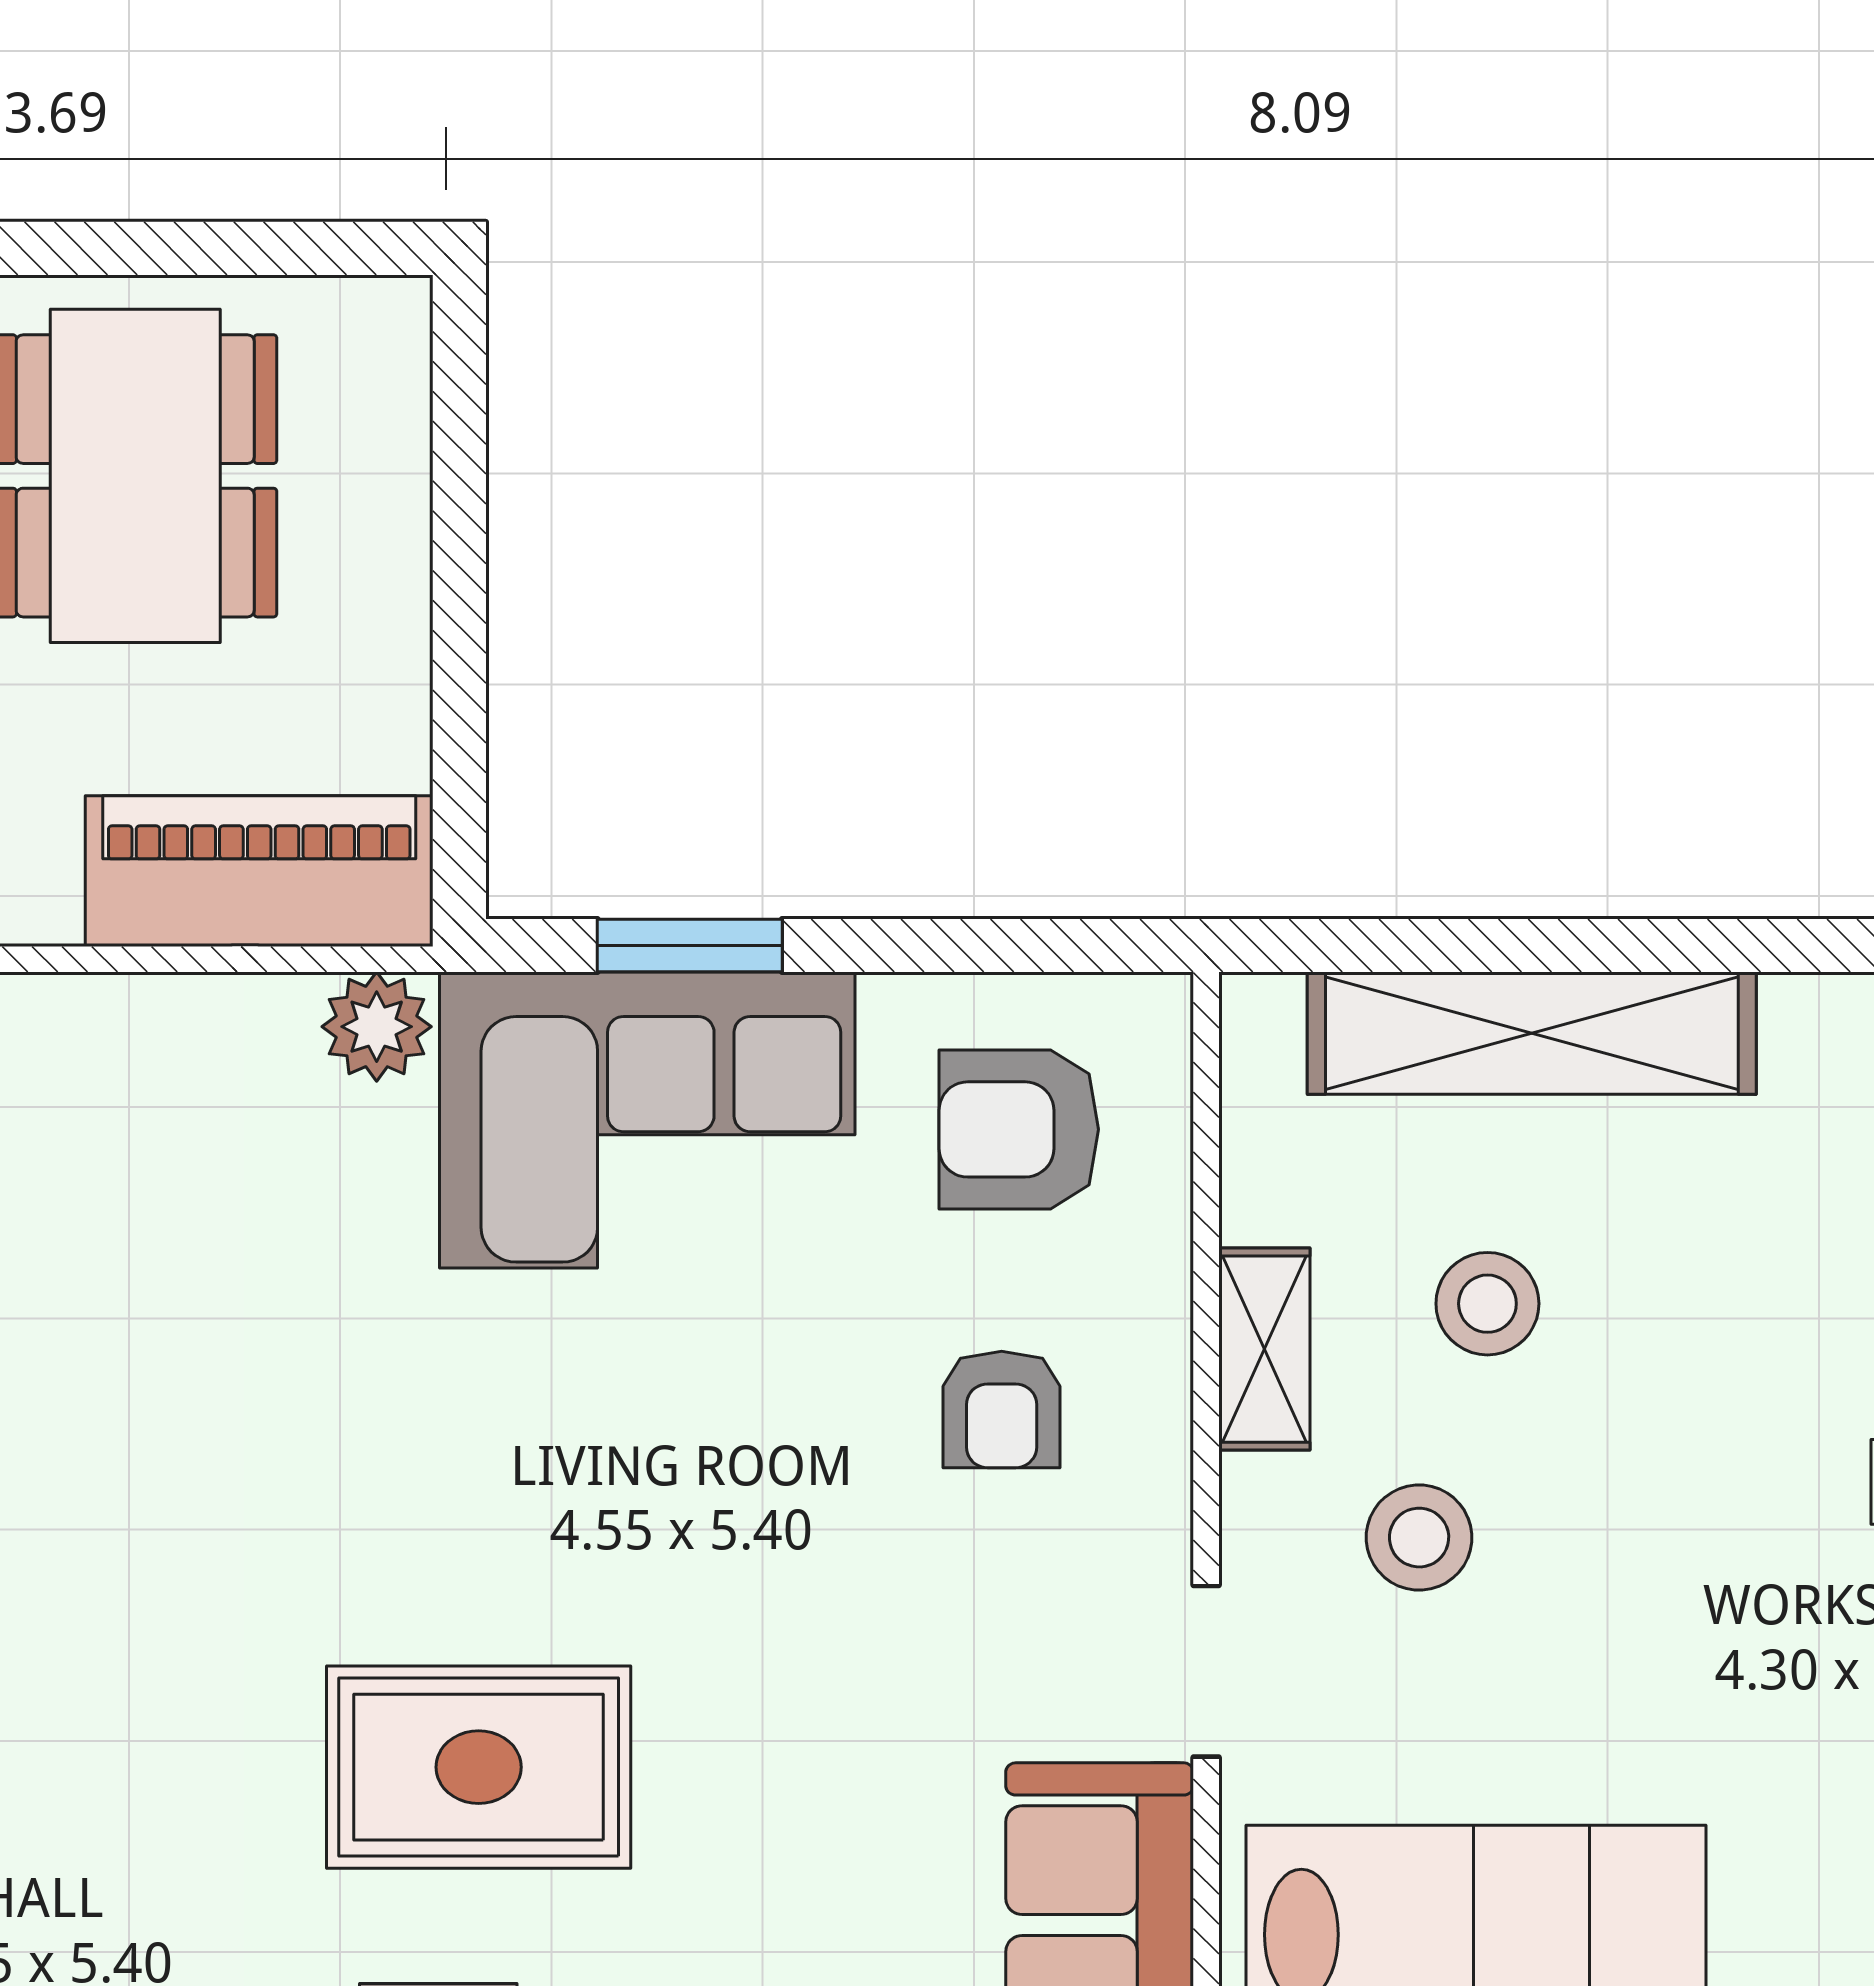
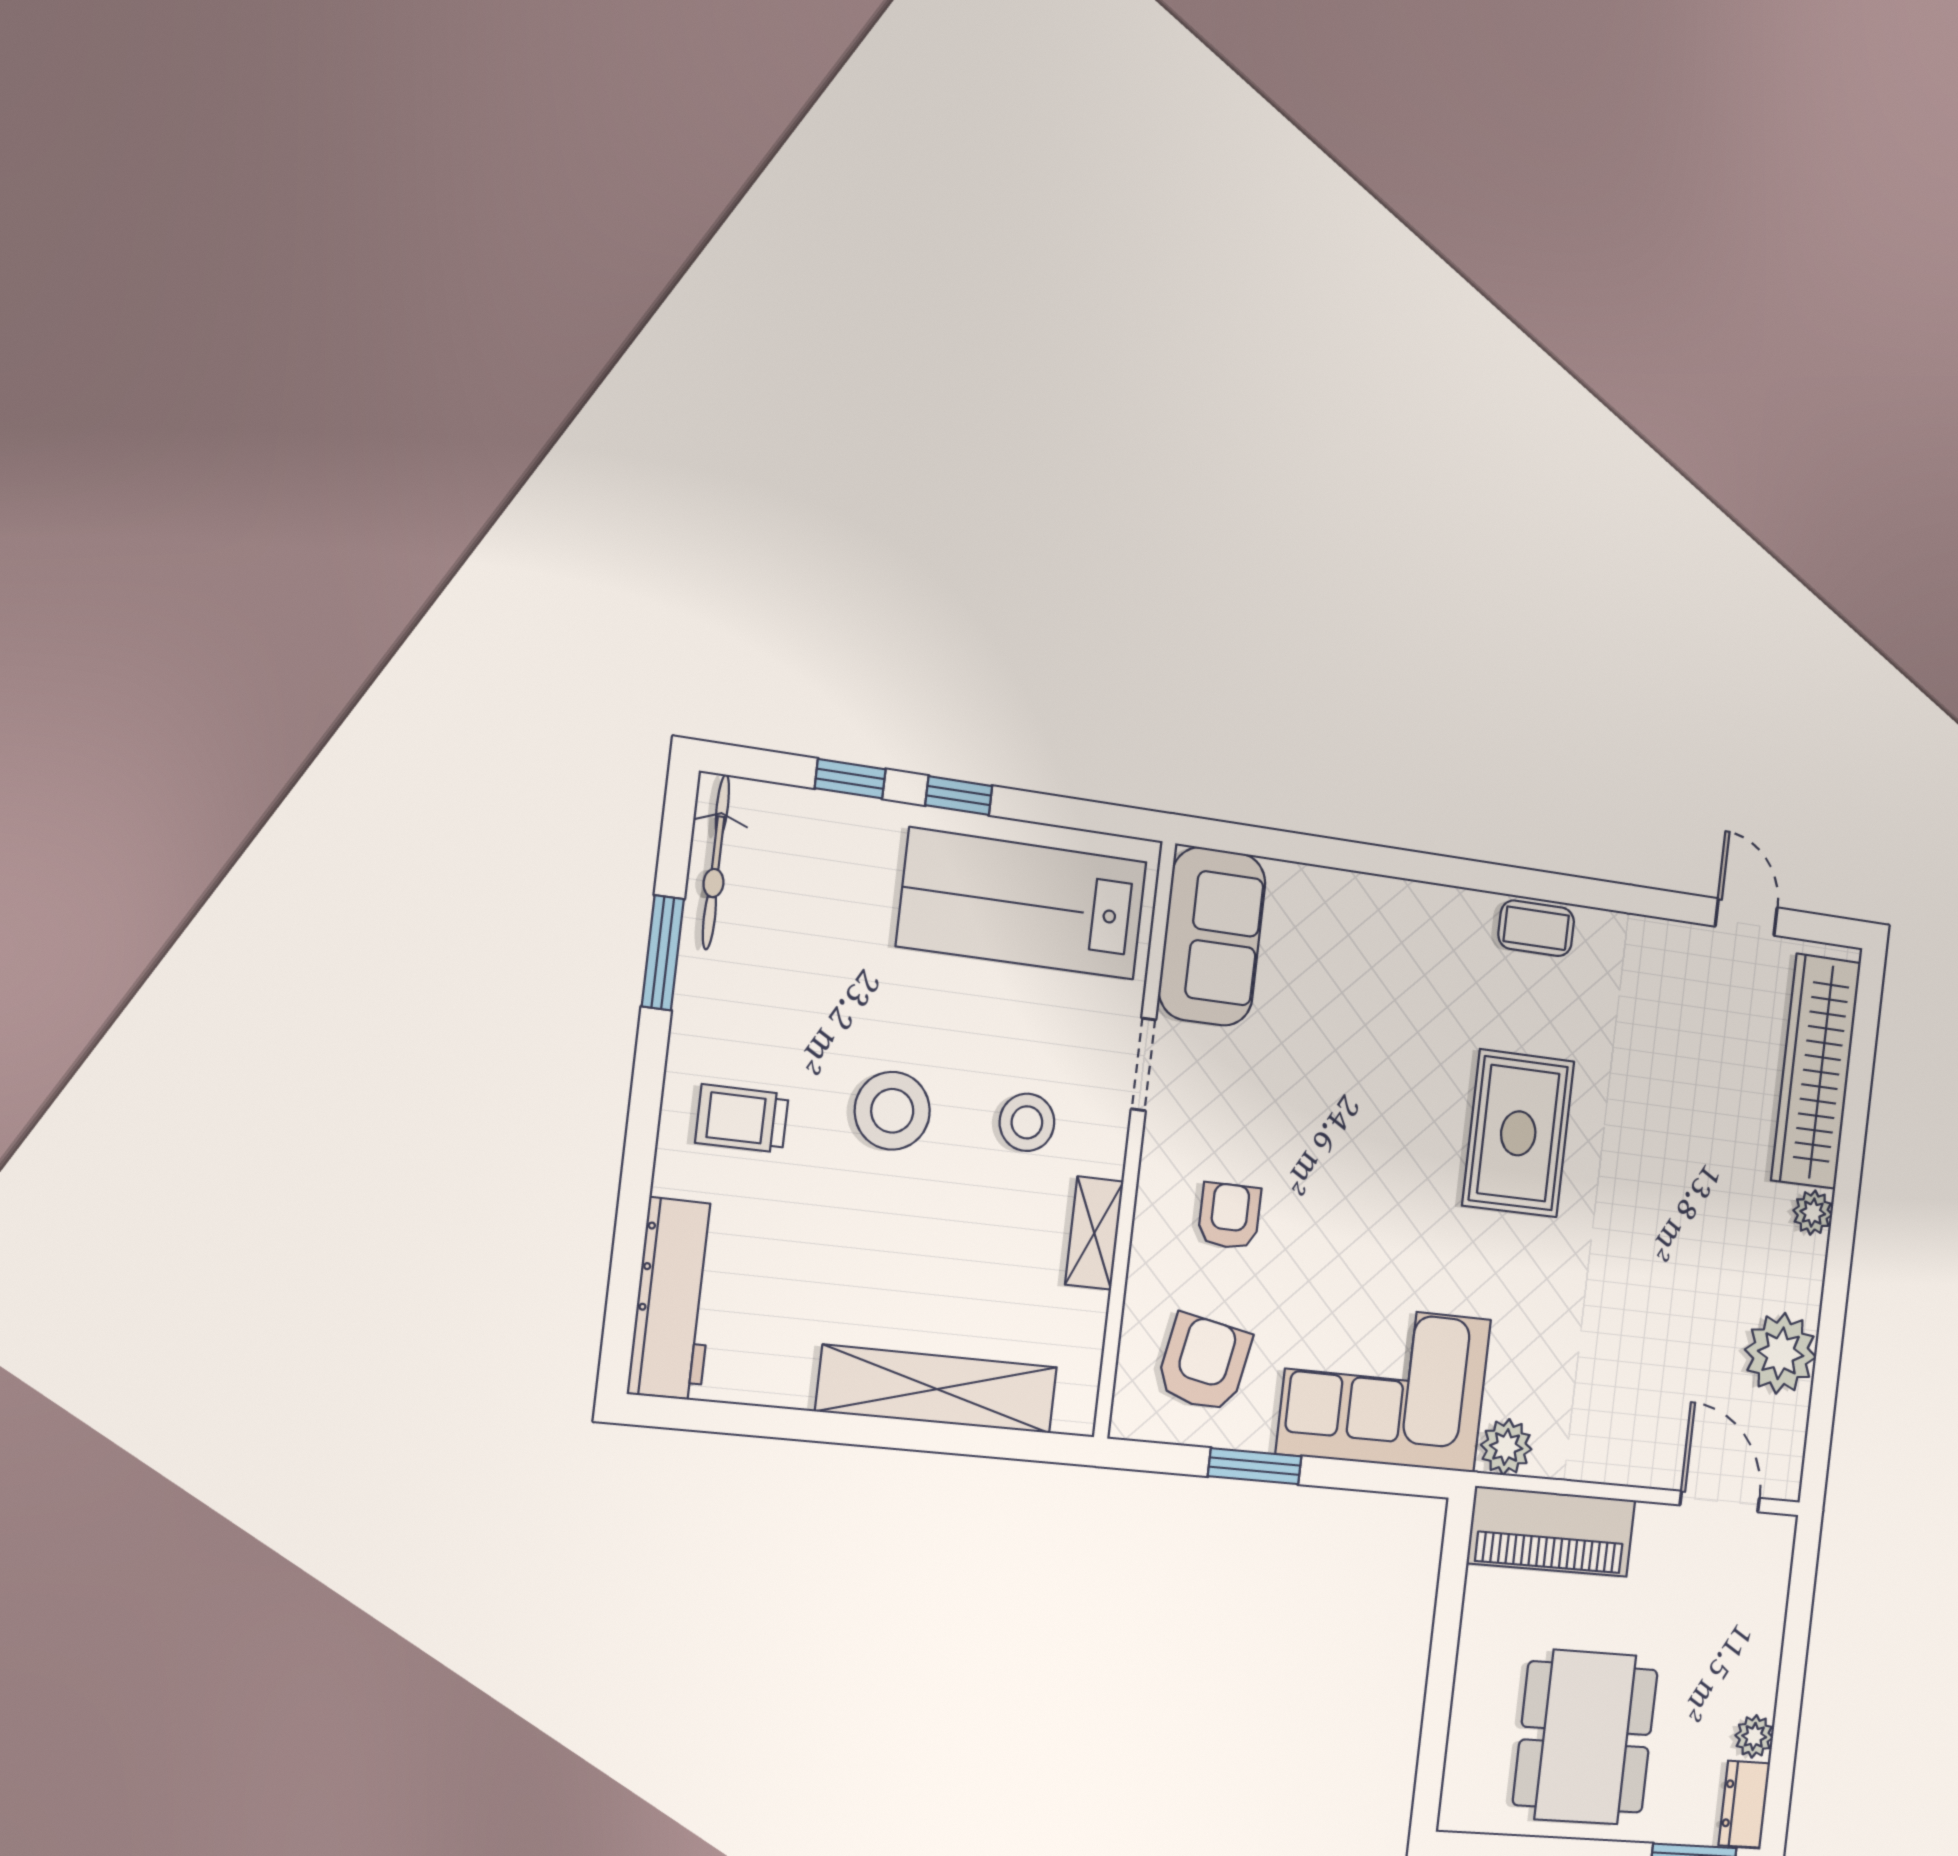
window: (690, 946) -> (1255, 1466), moved
armchair: (1019, 1129) -> (1204, 1363), turned -79
stool: (1487, 1304) -> (892, 1111), moved, width x1.38, depth x1.38
rug: (479, 1767) -> (1518, 1133), moved, turned 90

